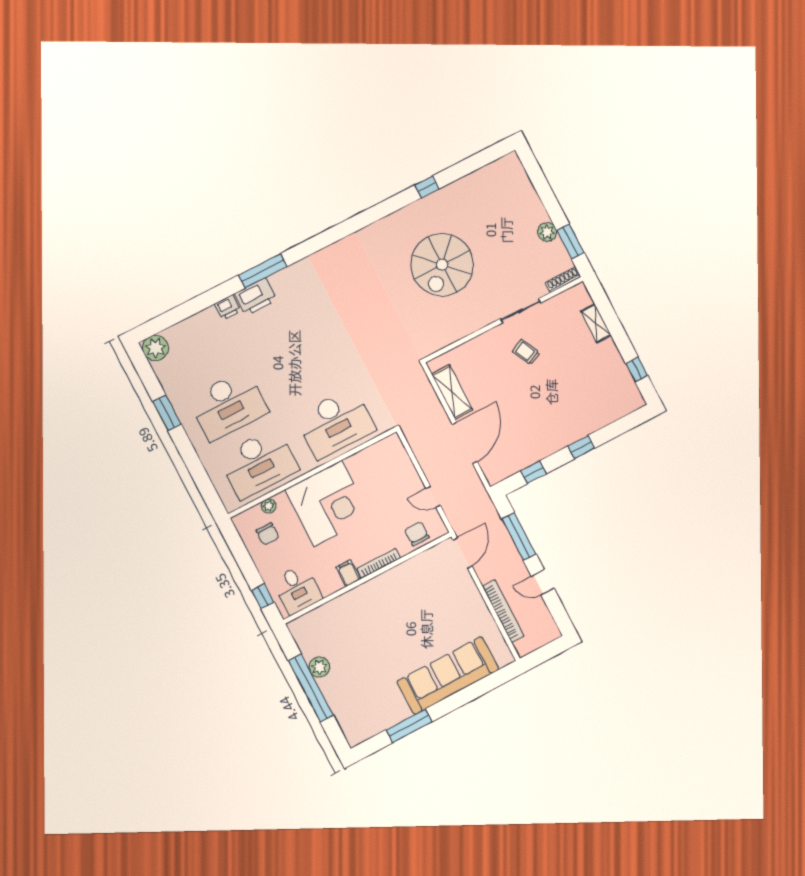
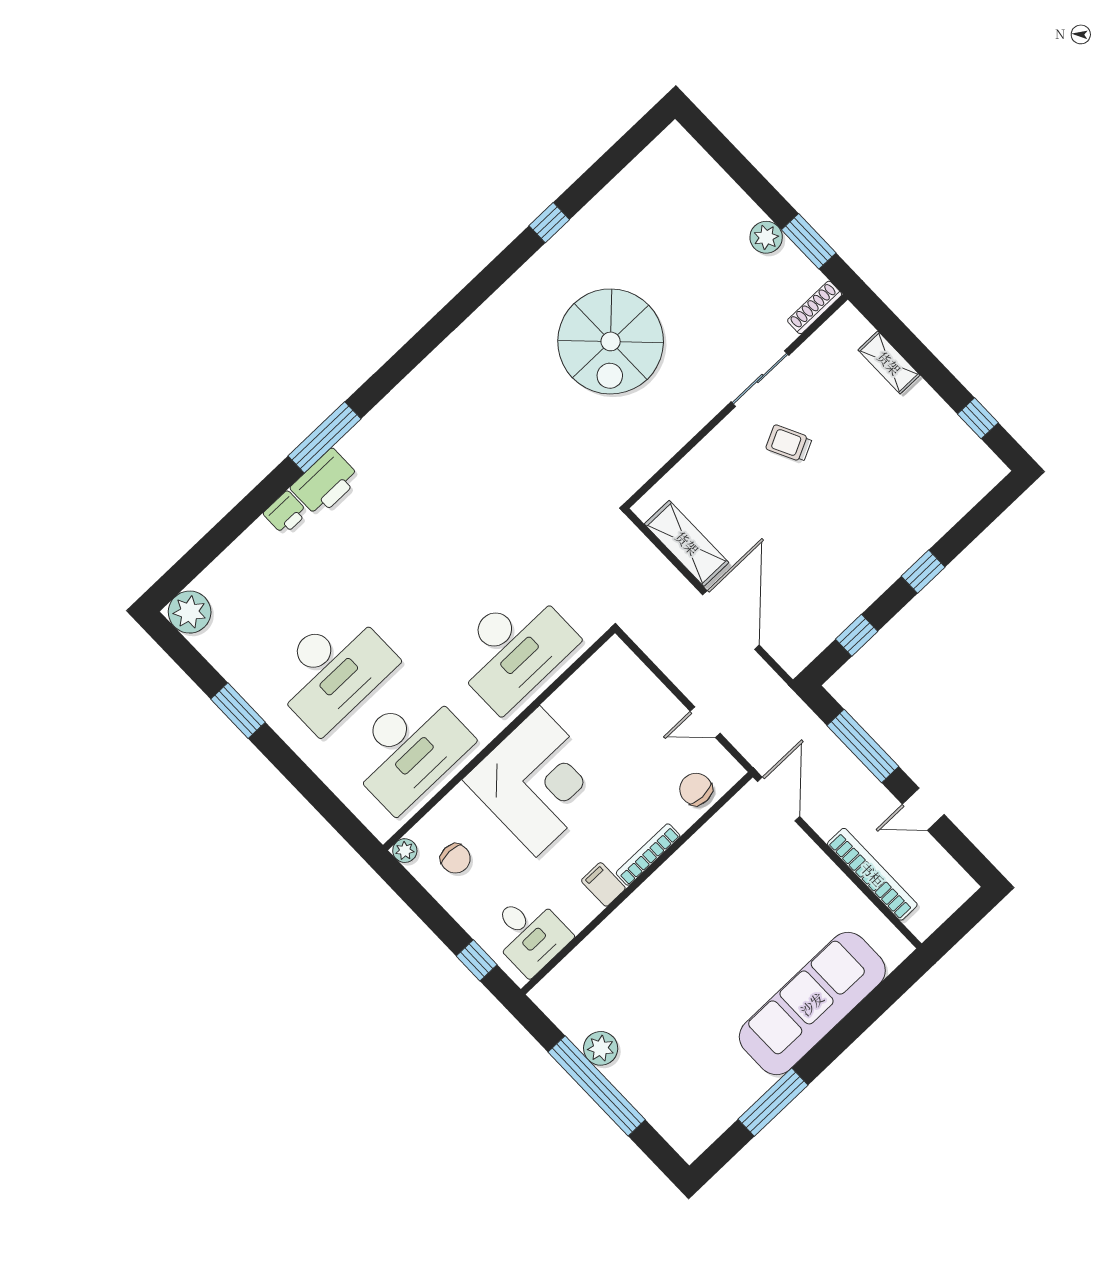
plant: (269, 506) -> (405, 851), moved

